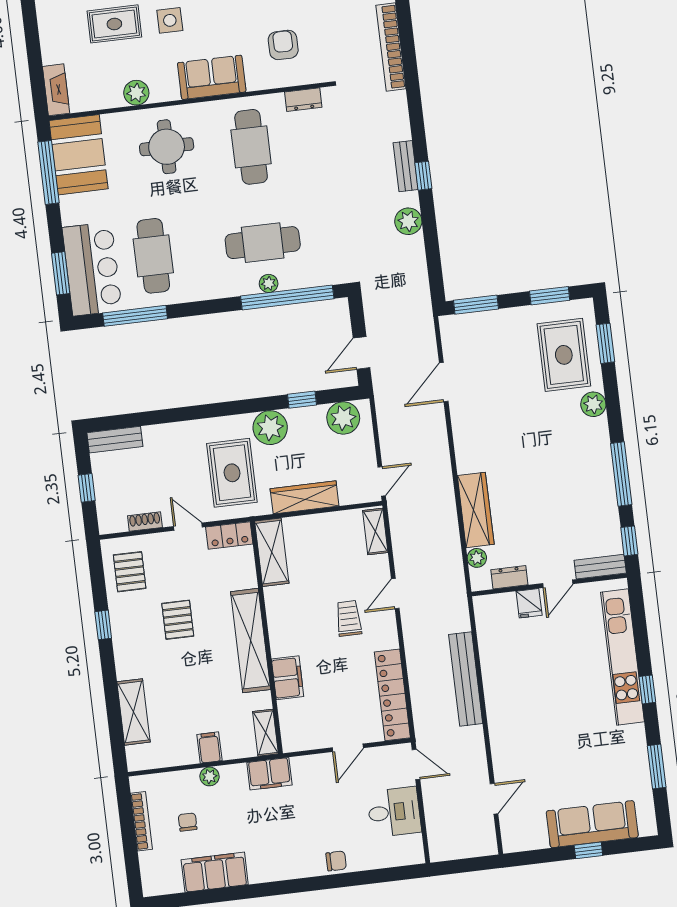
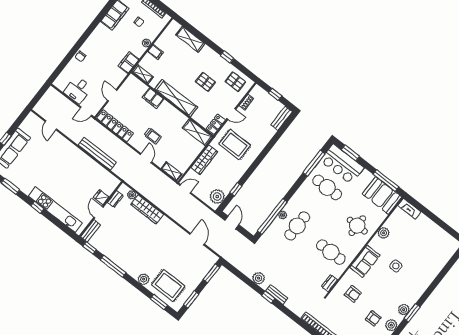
rug: (114, 24) -> (412, 247), removed
plant: (270, 428) -> (237, 171), removed
door: (382, 481) -> (185, 189), swing flipped

